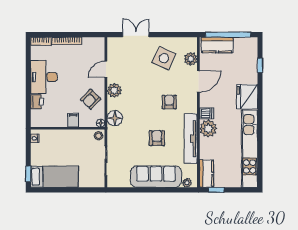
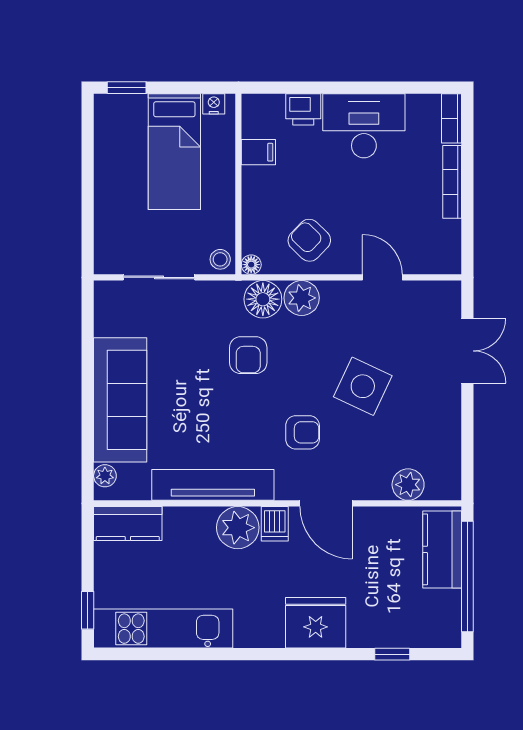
side table: (164, 58) -> (363, 386), moved
door: (198, 82) -> (326, 503), moved
plant: (114, 90) -> (302, 298), moved
filing cabinet: (73, 120) -> (258, 152), moved
armchair: (157, 138) -> (248, 355), moved, turned 90
kitchen unit: (250, 149) -> (163, 629), width x0.73
bed: (54, 177) -> (174, 152), moved
window: (216, 190) -> (88, 610), moved

